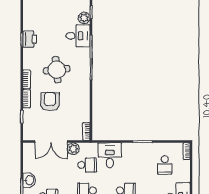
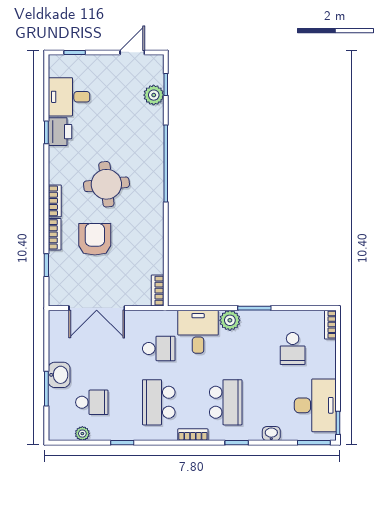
desk: (78, 36) -> (69, 97), moved, turned 180
plant: (73, 149) -> (230, 320), moved

